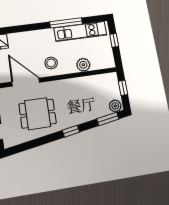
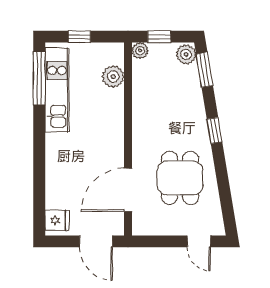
window: (66, 23) -> (39, 78), moved
stool: (51, 63) -> (103, 145), removed
plant: (83, 65) -> (113, 77), moved
plant: (112, 77) -> (140, 51), added

